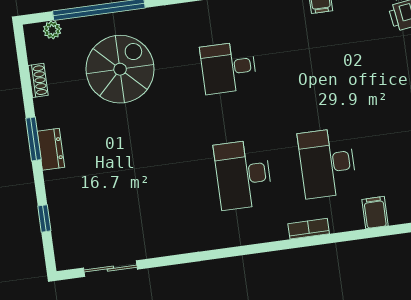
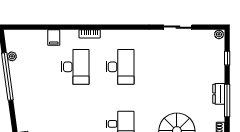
window: (33, 139) -> (227, 101), width x1.44
plant: (66, 261) -> (219, 34), added
sliding door: (110, 269) -> (178, 27), moved

